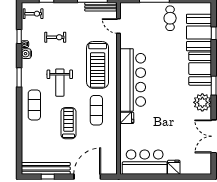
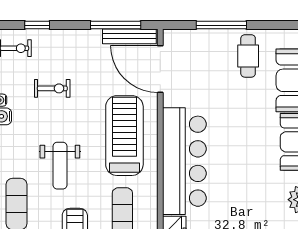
door: (119, 26) -> (160, 69), width x1.88
treadmill: (98, 65) -> (124, 136), turned 180

